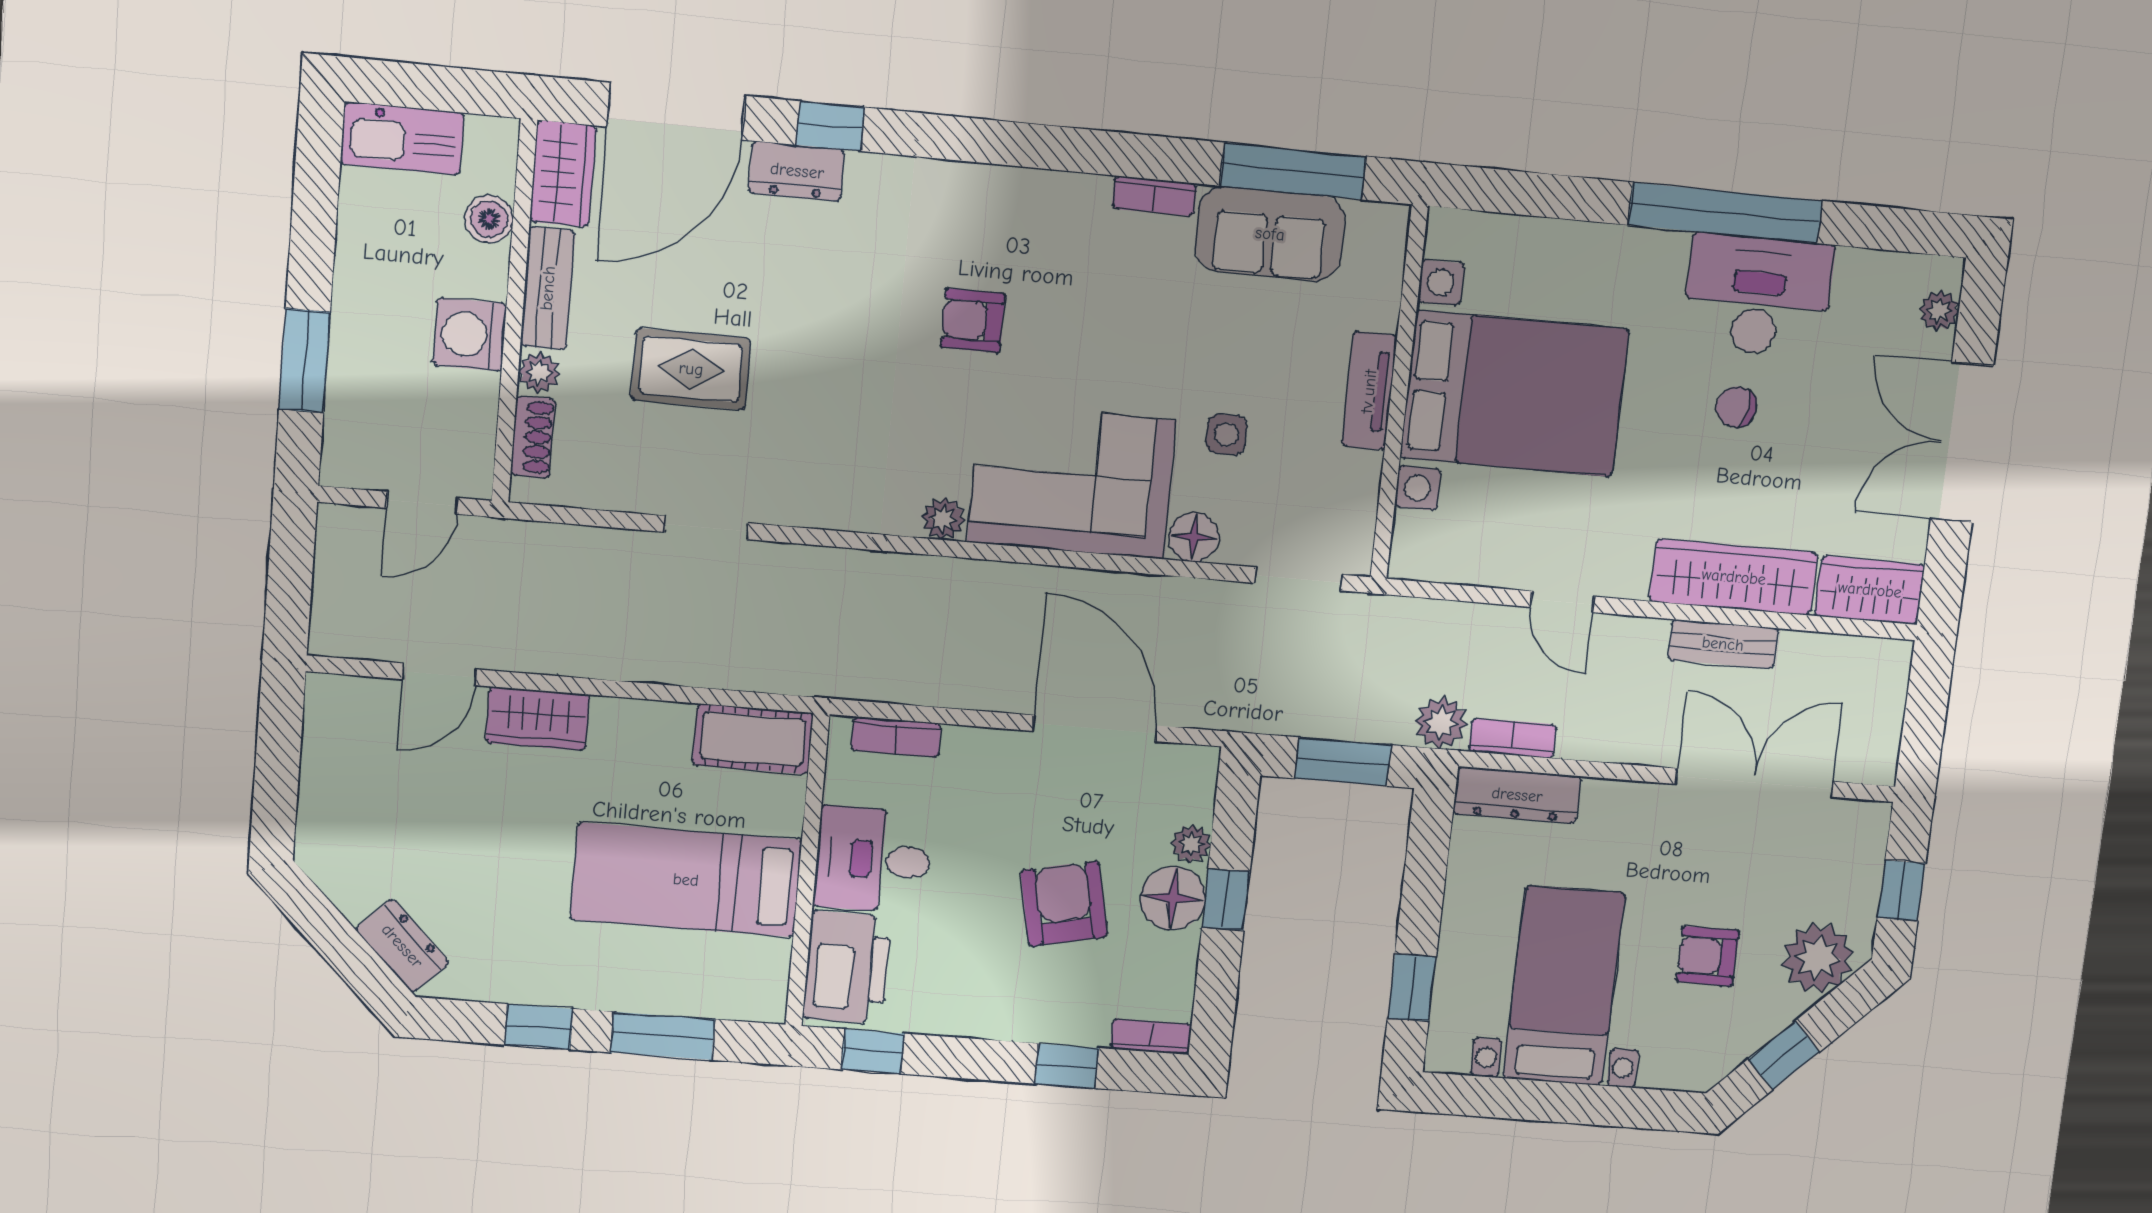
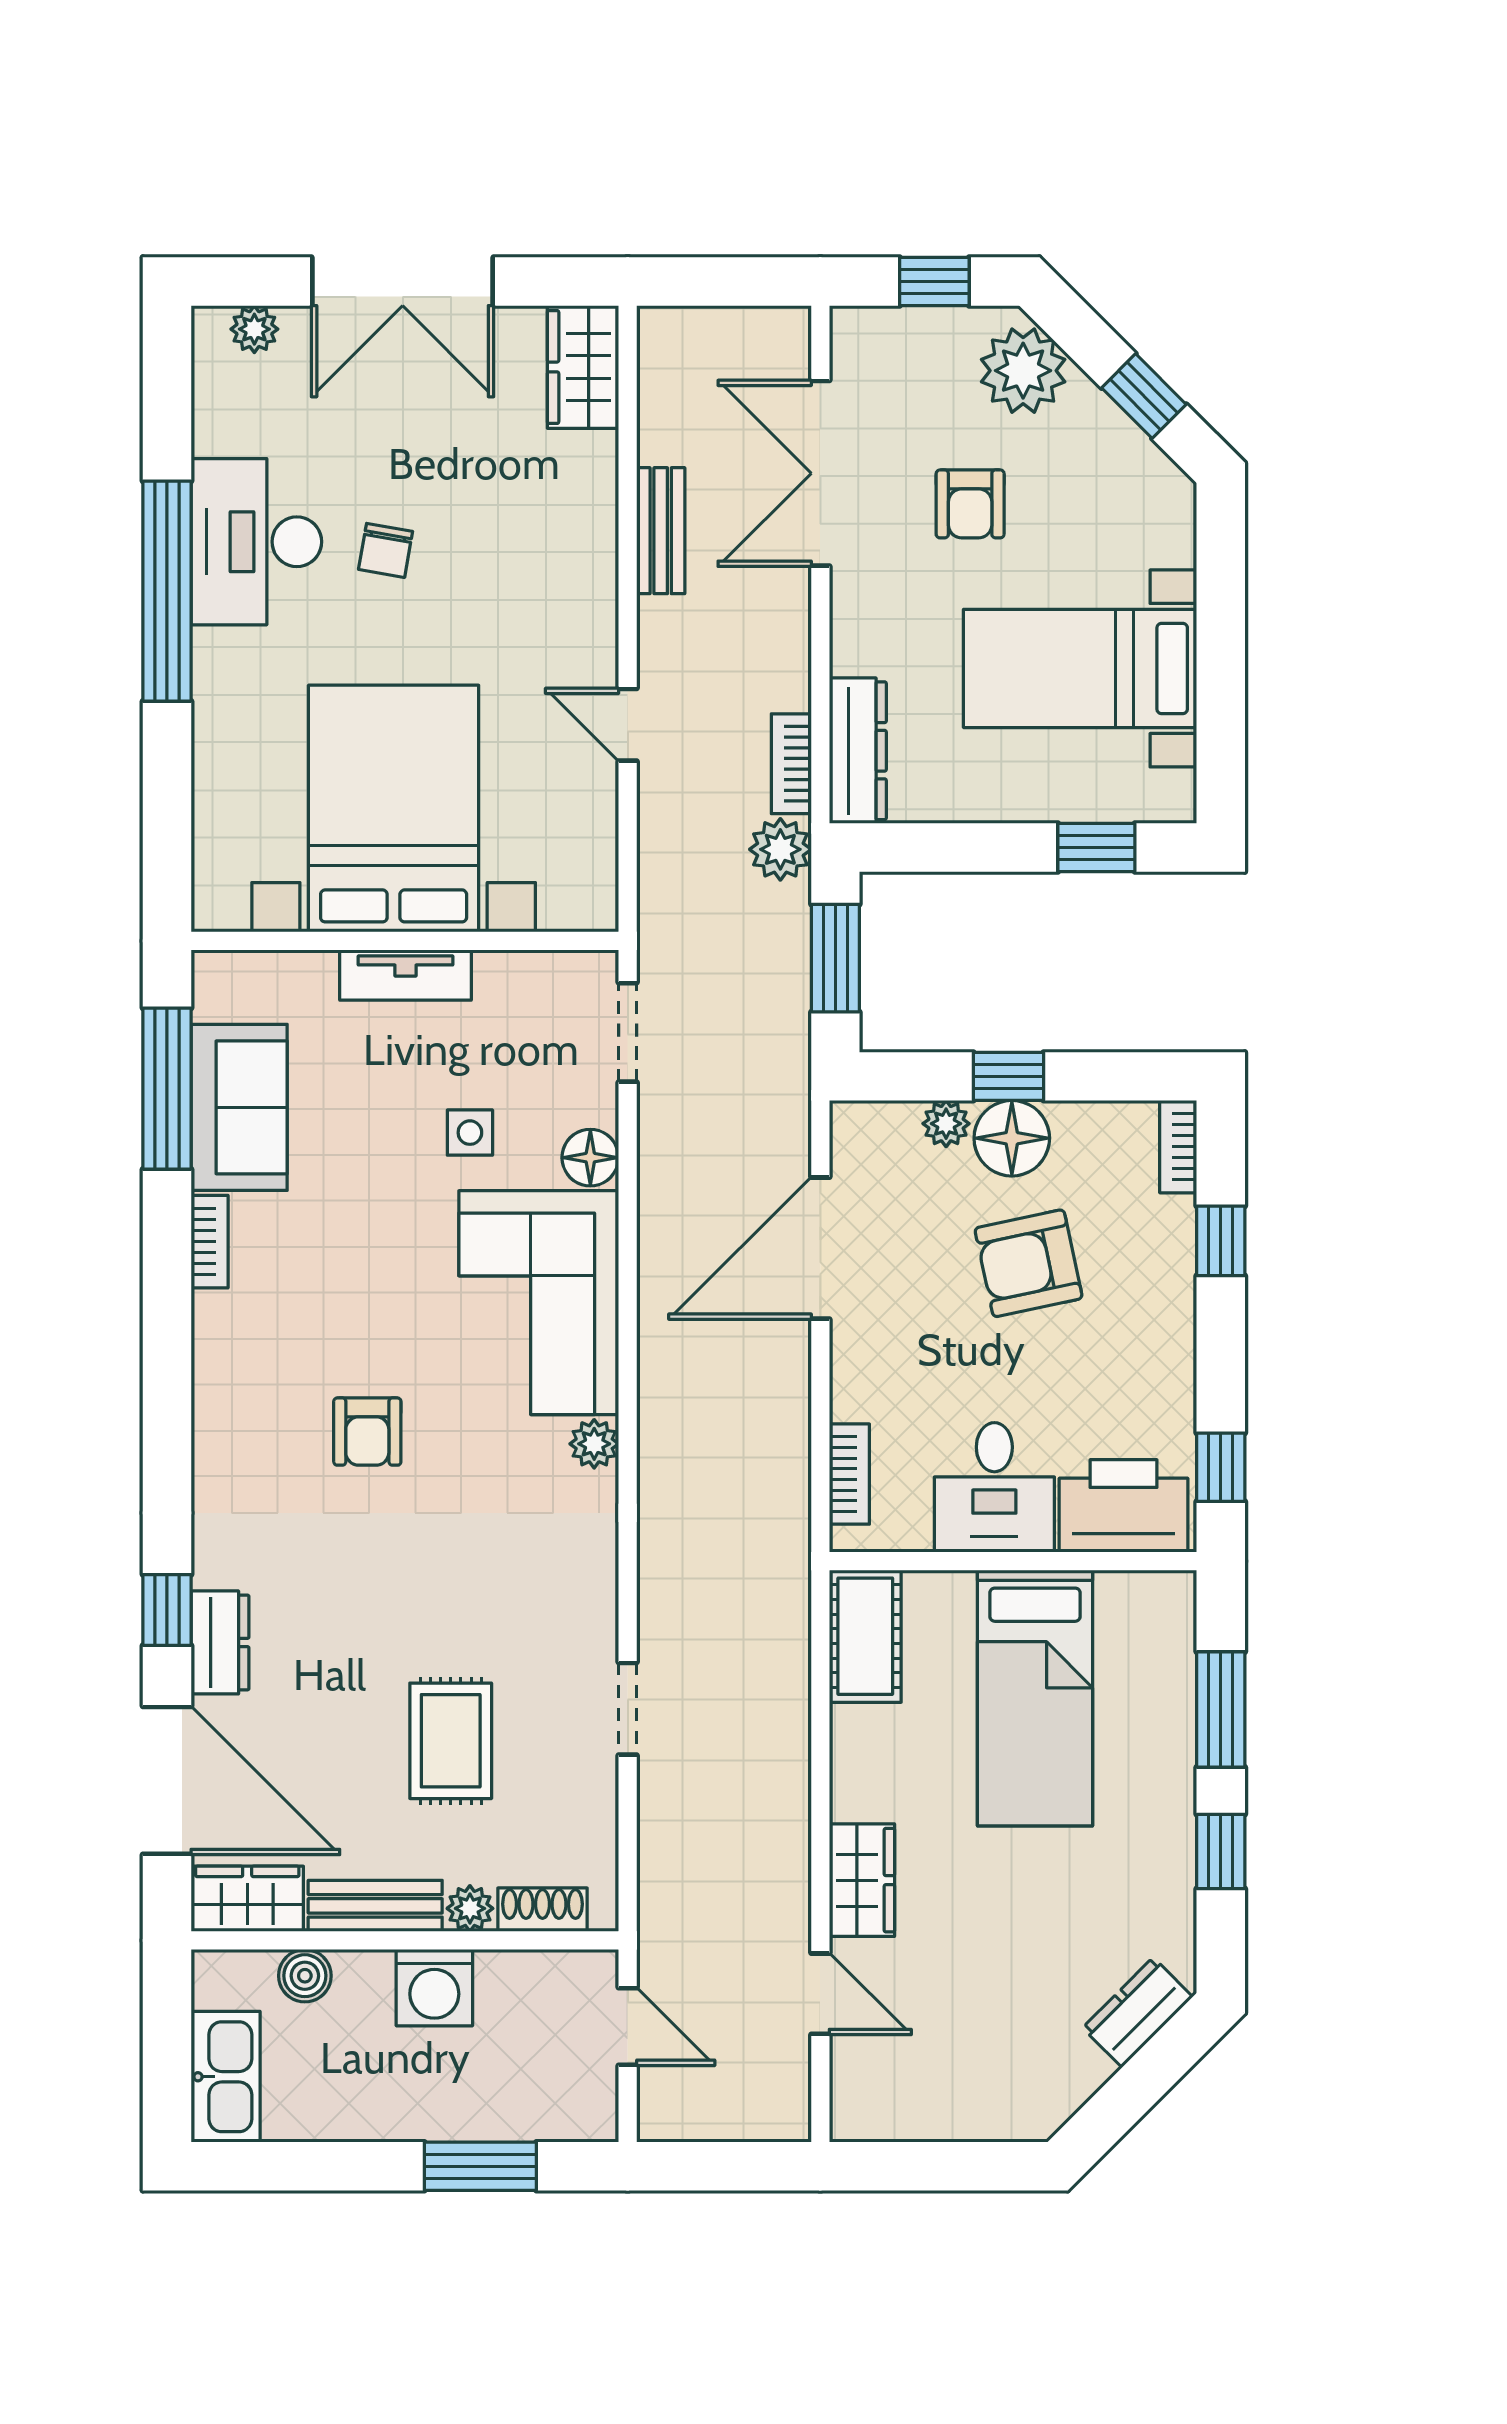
wardrobe: (1734, 577) -> (582, 529), removed
door: (1562, 602) -> (628, 725), swing flipped
armchair: (1708, 956) -> (970, 504), moved

